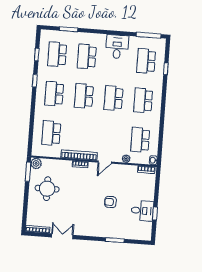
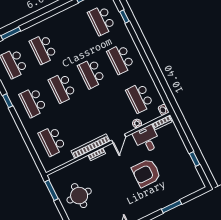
desk: (117, 47) -> (66, 23), removed
plant: (36, 163) -> (55, 178), removed
armchair: (110, 202) -> (146, 173), width x1.88, depth x1.88
desk: (142, 211) -> (147, 139), moved, turned -90

